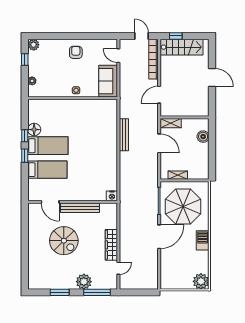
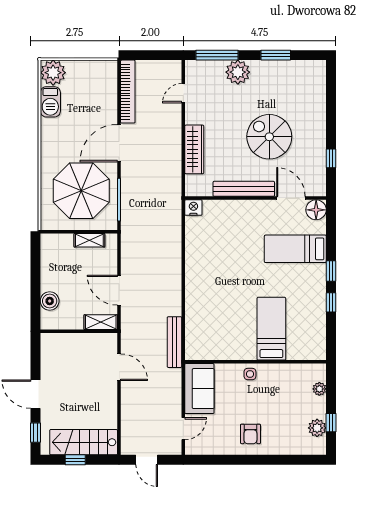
window: (176, 36) -> (75, 460), moved
plant: (34, 45) -> (317, 428), moved
window: (212, 53) -> (36, 433), added
door: (118, 56) -> (183, 429), hinge flipped
bookcase: (154, 59) -> (128, 92), moved
door: (159, 95) -> (119, 367), hinge flipped
floor lamp: (34, 130) -> (316, 210), moved
bench: (124, 135) -> (175, 342), moved
bed: (48, 146) -> (271, 329), moved, turned 90
window: (25, 227) -> (331, 158), added
barbecue: (203, 240) -> (50, 102), moved
wardrobe: (111, 245) -> (194, 149), moved

